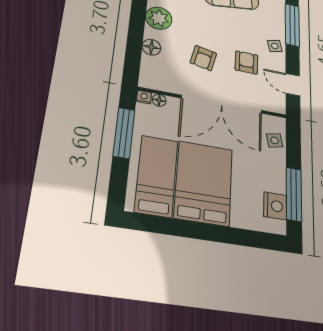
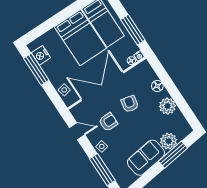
armchair: (247, 62) -> (108, 122), turned -90

